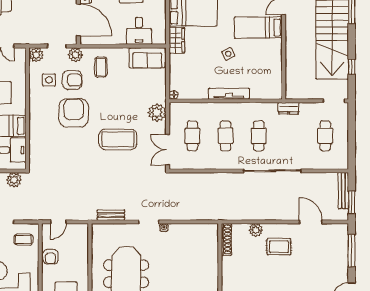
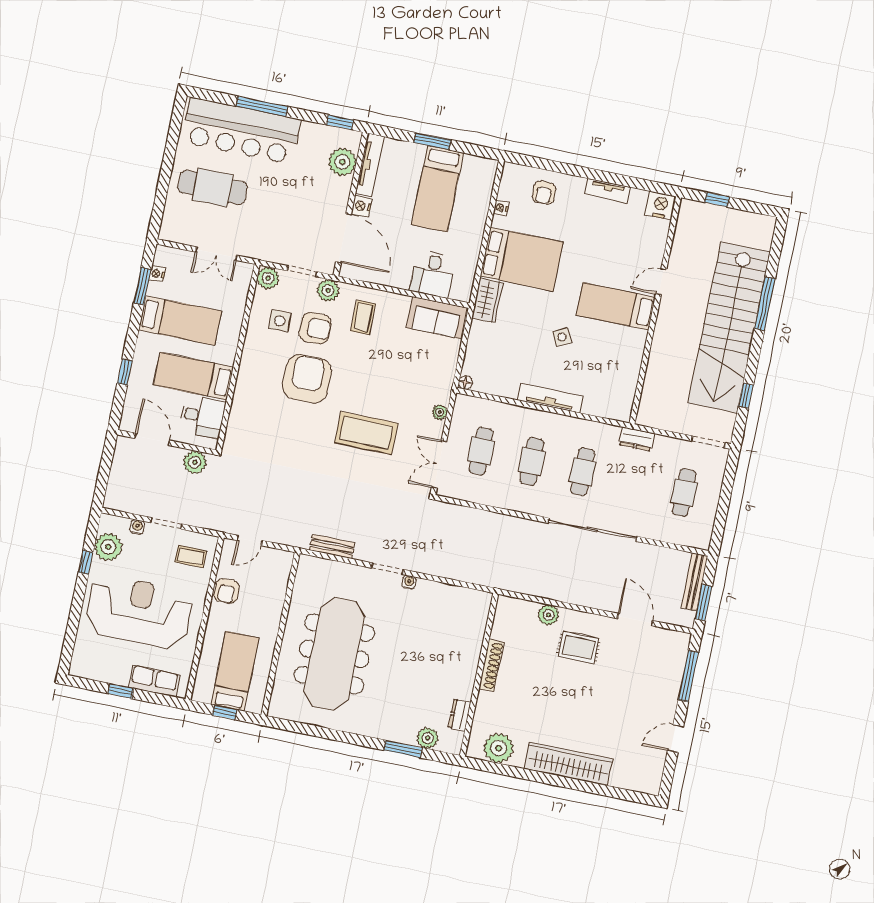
plant: (157, 113) -> (440, 412), width x0.53, depth x0.53
shoe rack: (226, 240) -> (491, 665), moved

